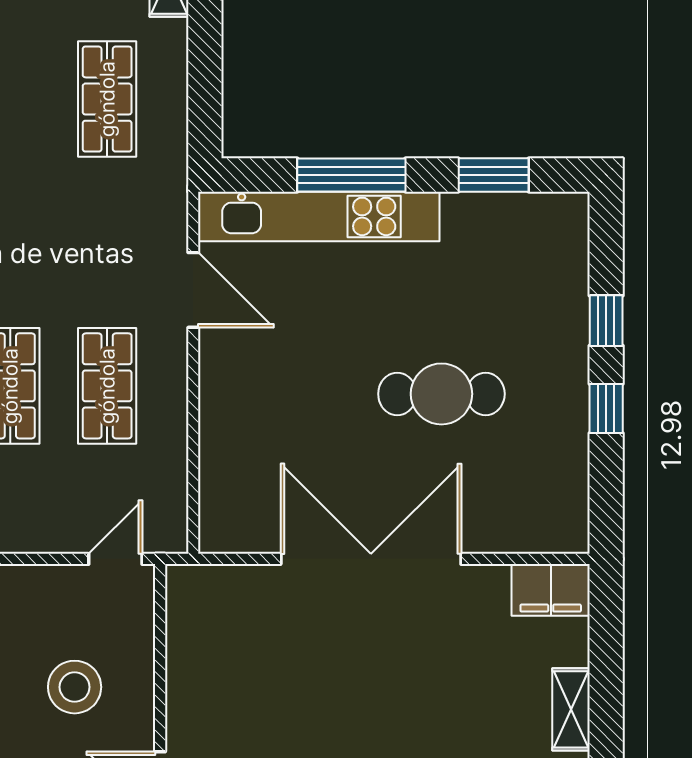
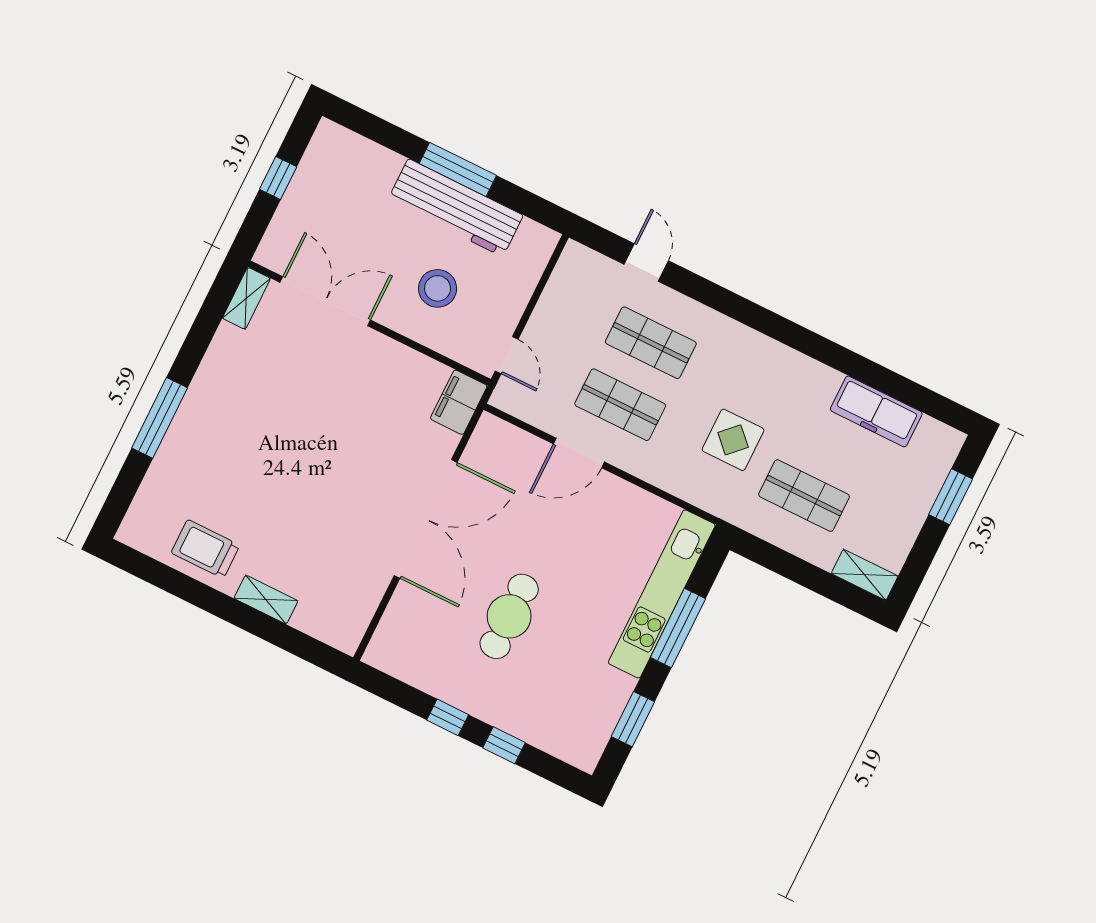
display table: (81, 223) -> (733, 440), added
door: (193, 290) -> (579, 453), moved
filing cabinet: (551, 590) -> (459, 402), moved

